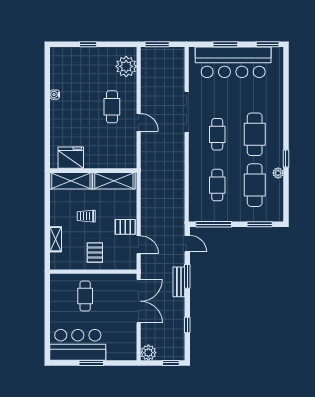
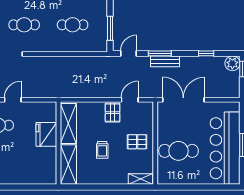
fridge: (71, 158) -> (46, 134), moved
window: (214, 224) -> (110, 28), width x0.69
shelving: (56, 239) -> (140, 179), moved
cafe table: (85, 296) -> (178, 151), width x1.37, depth x1.35
bar counter: (78, 345) -> (225, 148), width x1.36
plant: (148, 353) -> (232, 63), moved

